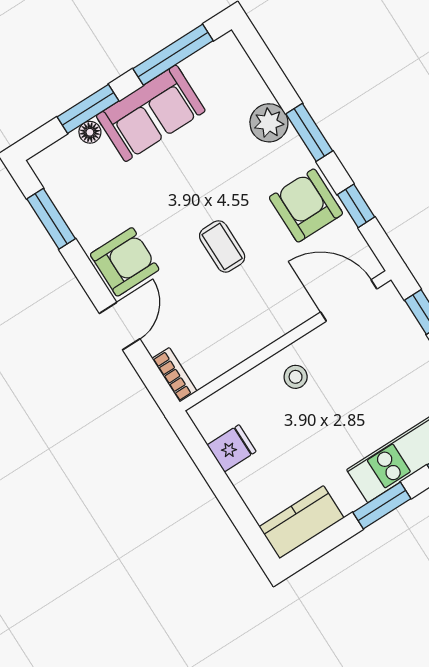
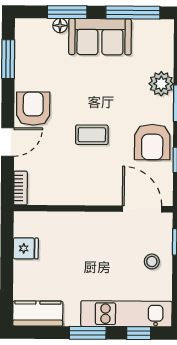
armchair: (306, 206) -> (152, 142), turned 180
coffee table: (222, 246) -> (92, 135), turned 90
armchair: (125, 262) -> (33, 109), turned -90
stool: (296, 377) -> (152, 261), moved

